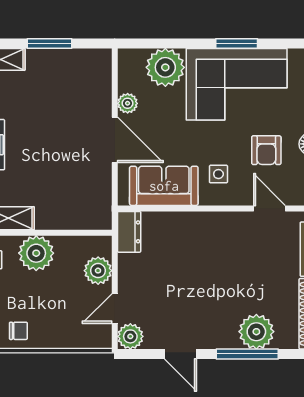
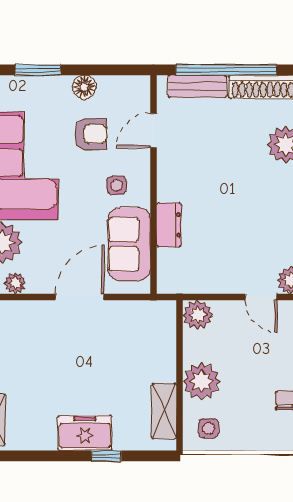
plant: (128, 103) -> (15, 283), moved
dresser: (129, 232) -> (169, 225), moved, turned 90
plant: (98, 271) -> (198, 315), moved

